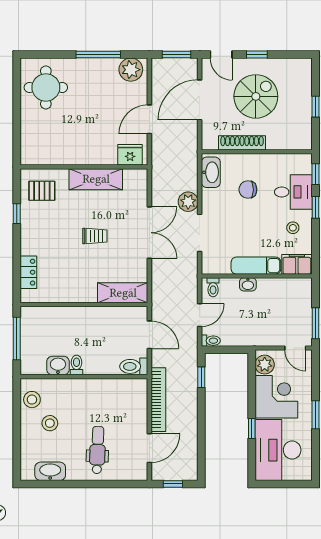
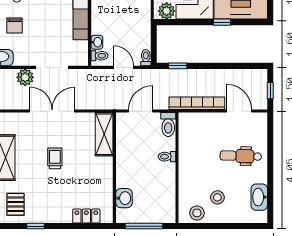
washbasin: (248, 284) -> (97, 42), moved
toilet: (77, 365) -> (167, 157), moved
washbasin: (58, 366) -> (124, 198), moved, turned 180

